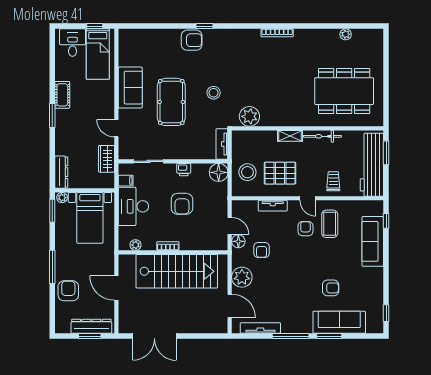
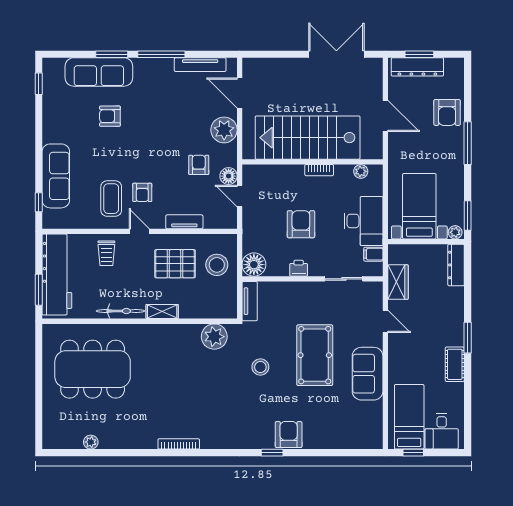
armchair: (192, 40) -> (289, 435), turned 90

